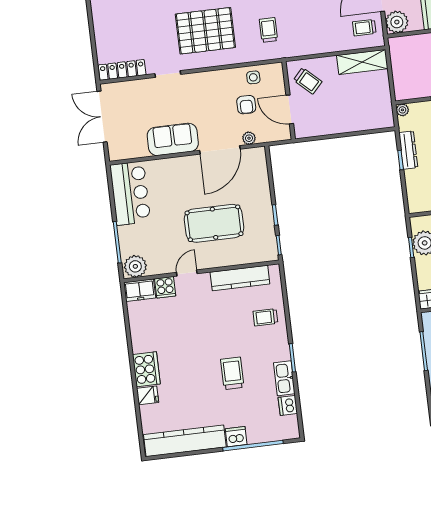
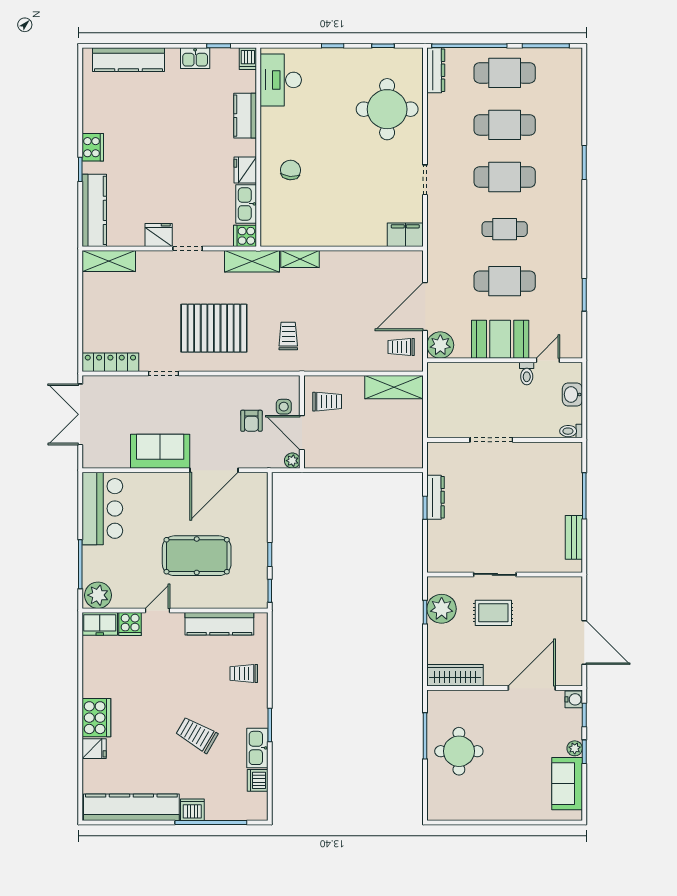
side table: (253, 77) -> (284, 407), moved
trolley: (308, 81) -> (327, 402), turned -43
plant: (402, 110) -> (434, 449), removed
plant: (249, 138) -> (292, 461), moved
trolley: (232, 373) -> (197, 735), turned -60

